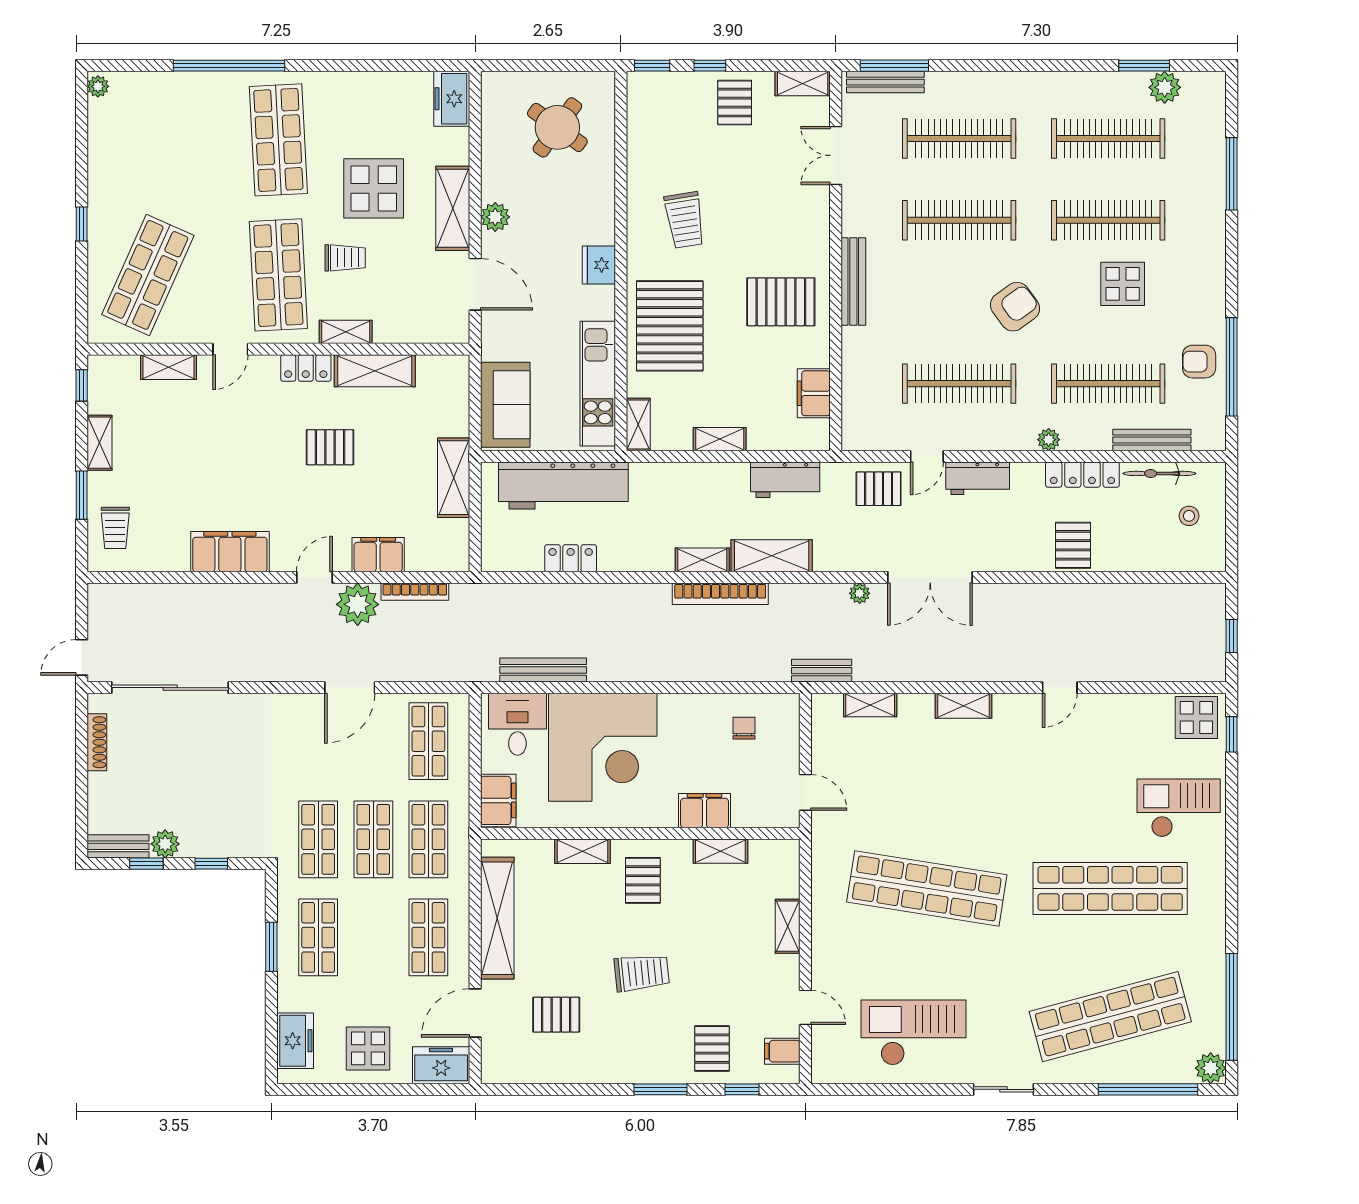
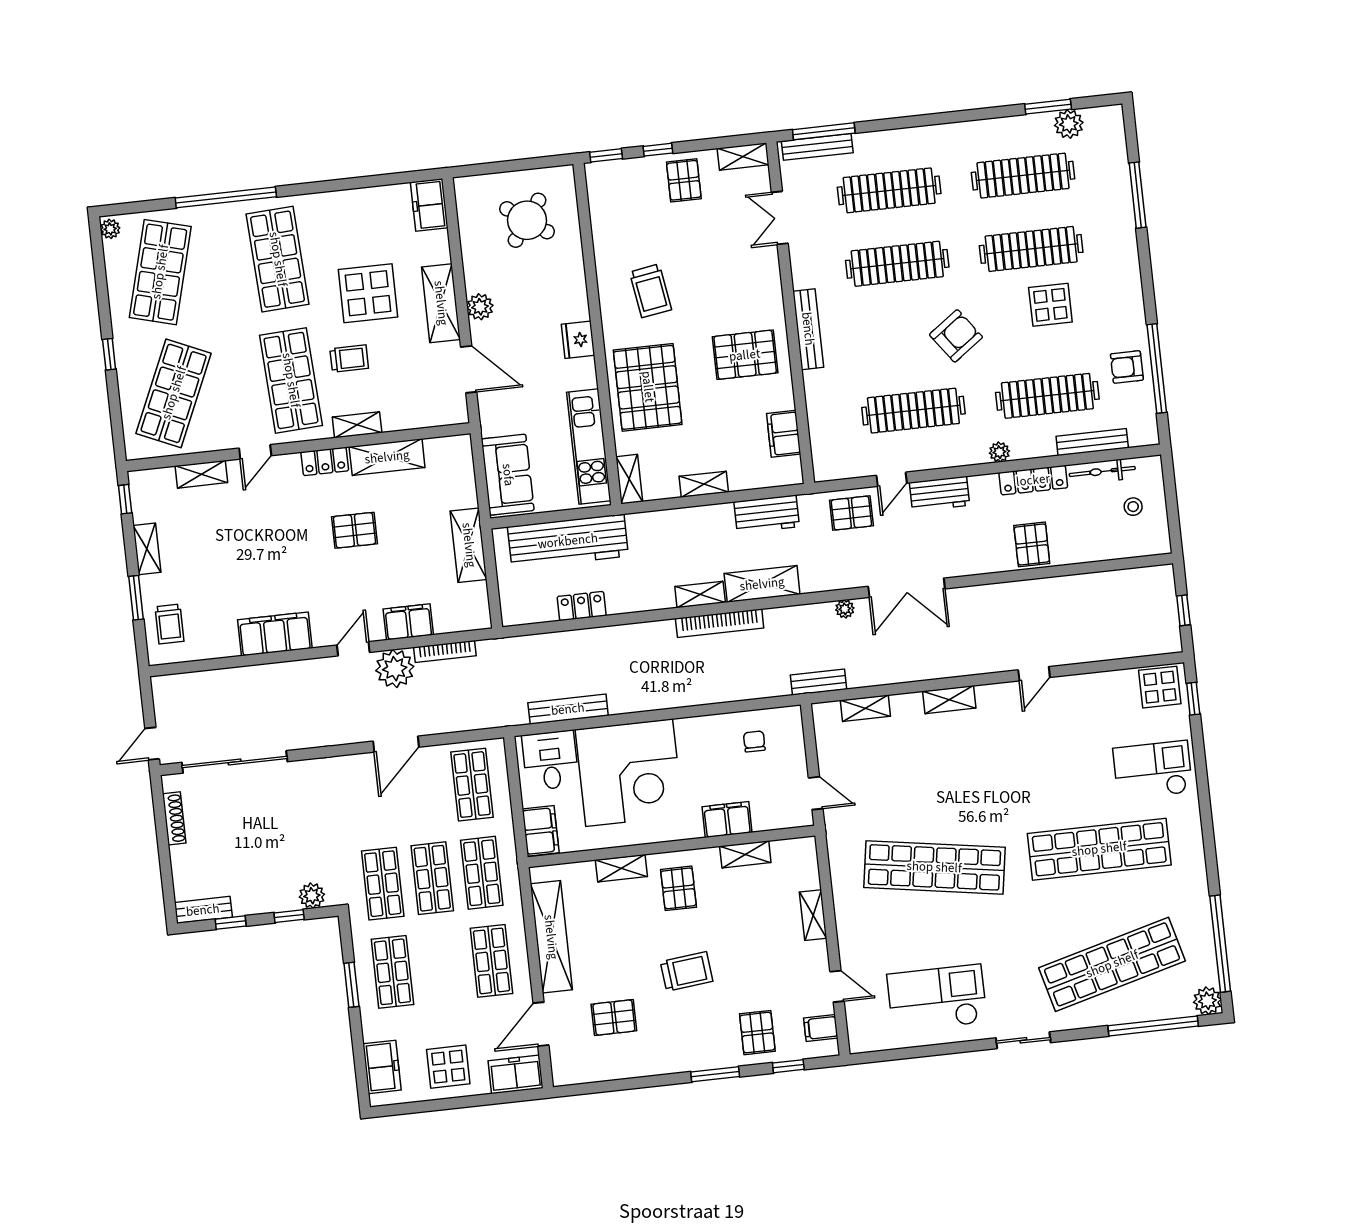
shop shelf: (148, 140) -> (160, 272), added
plant: (165, 844) -> (312, 896), moved

